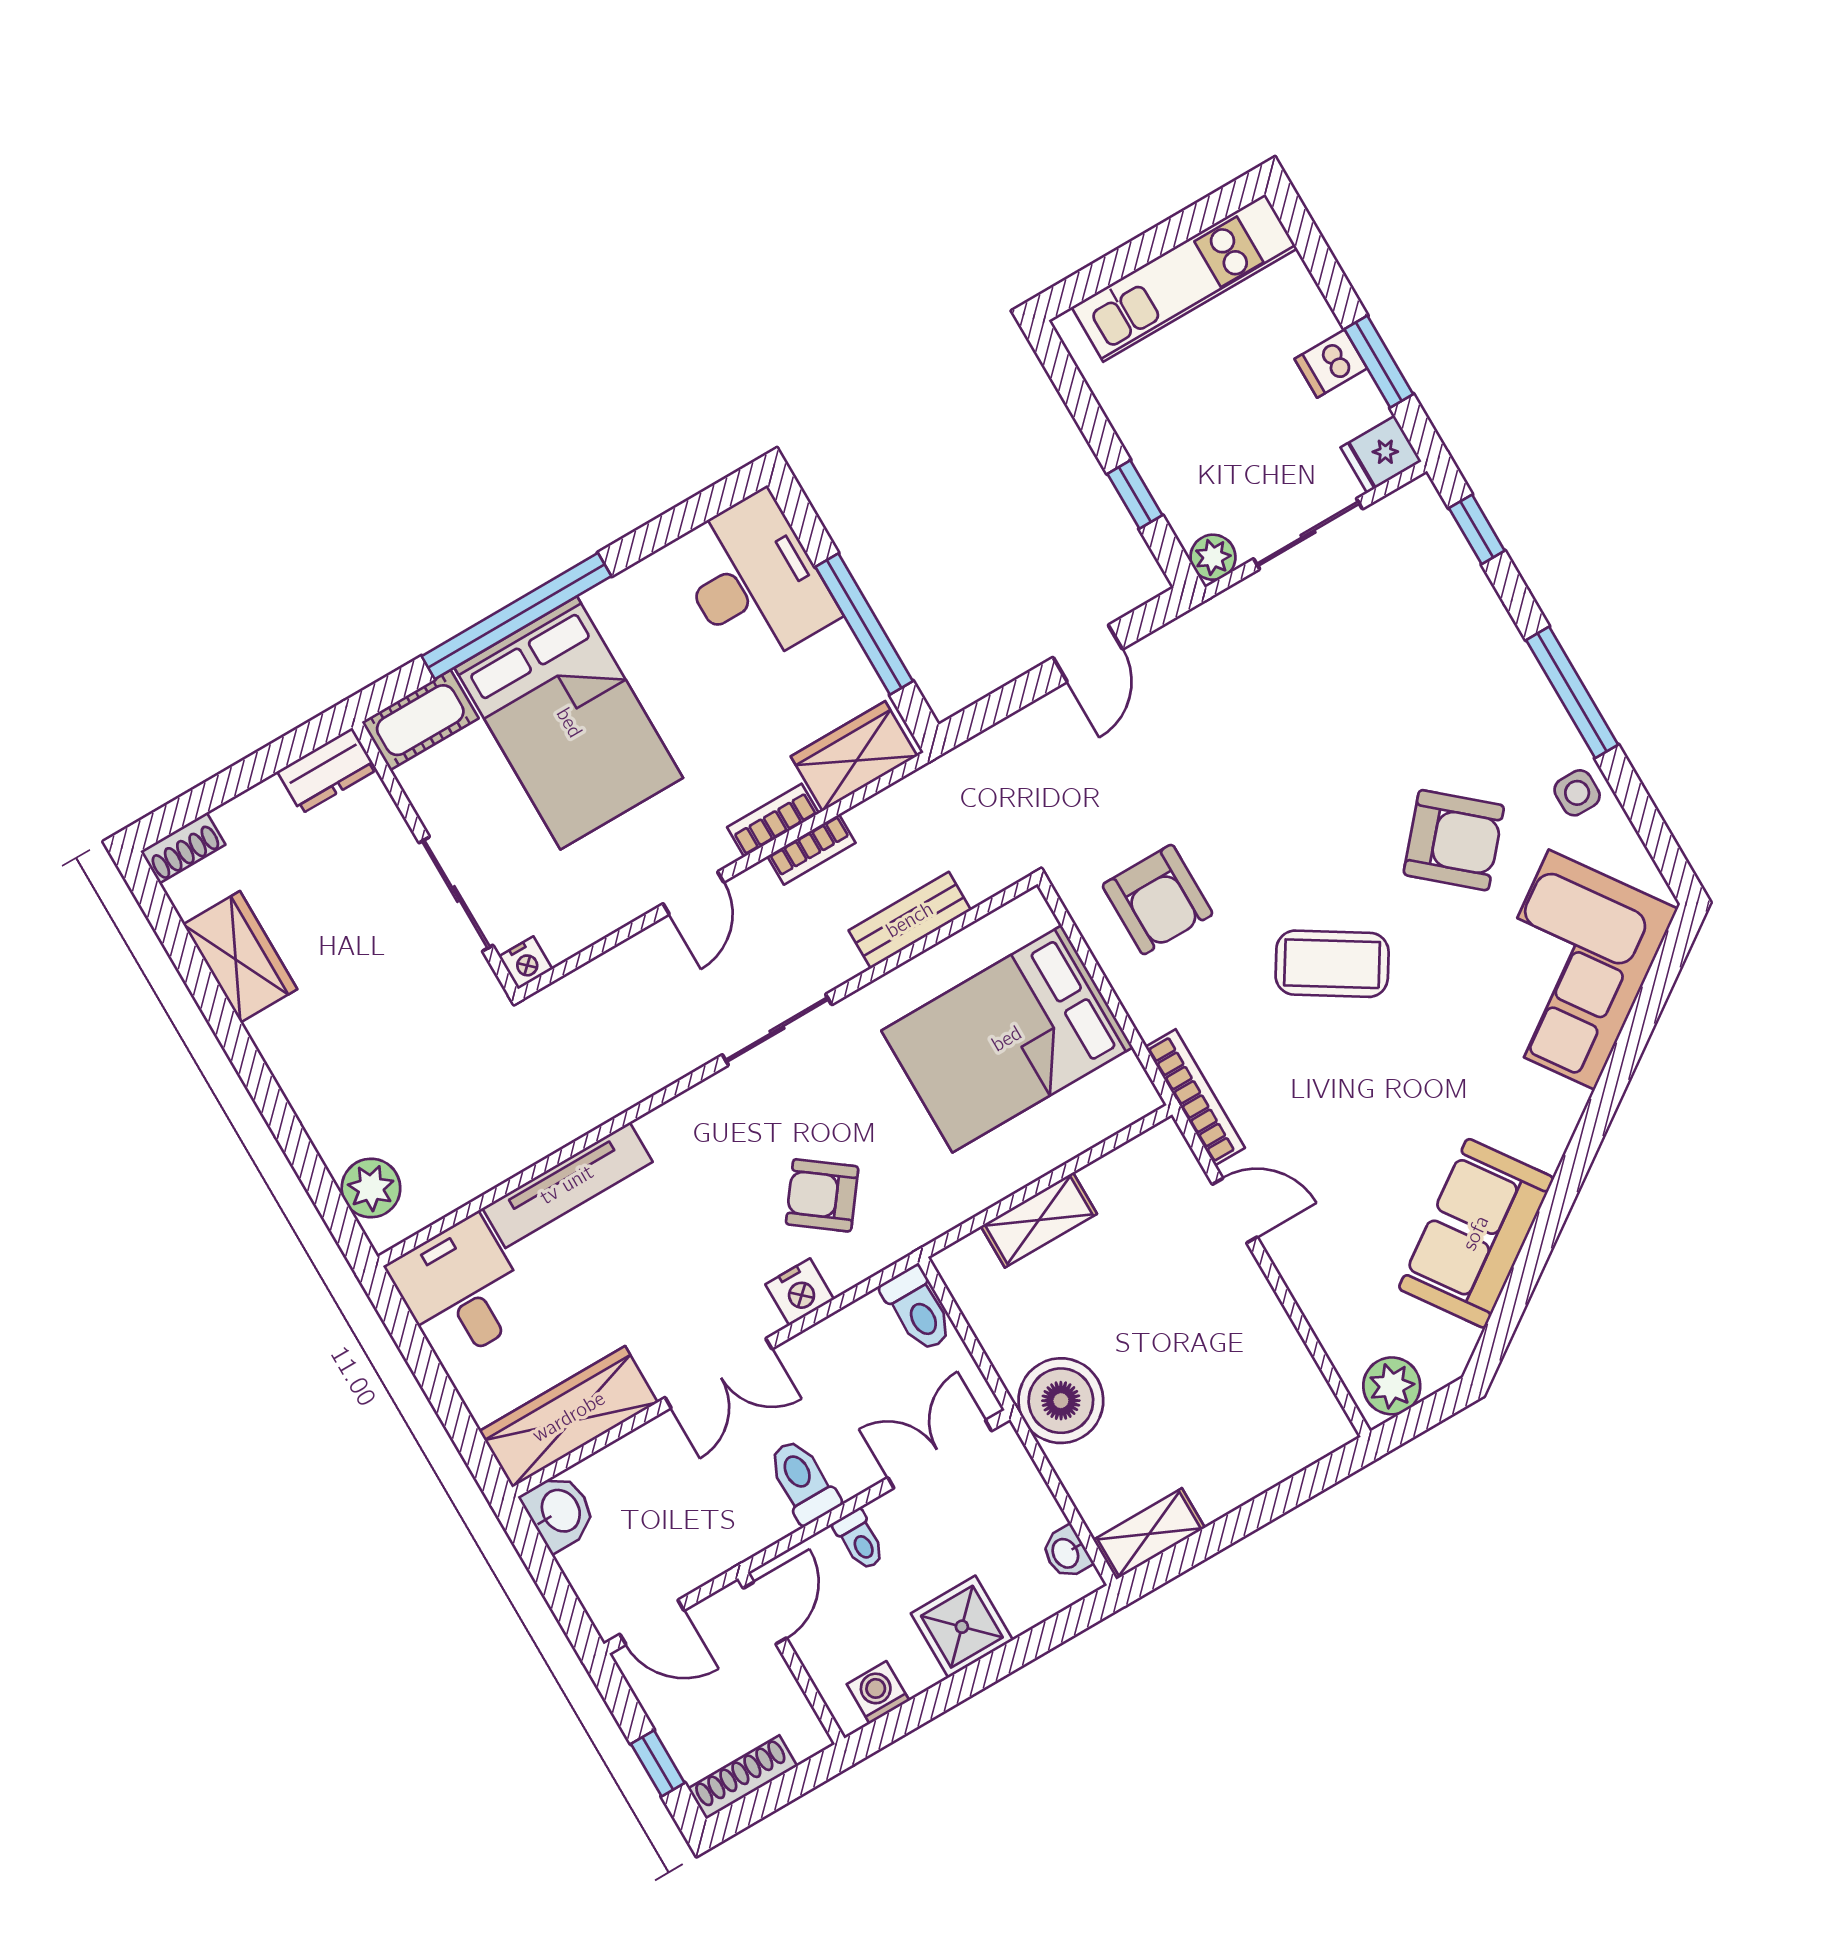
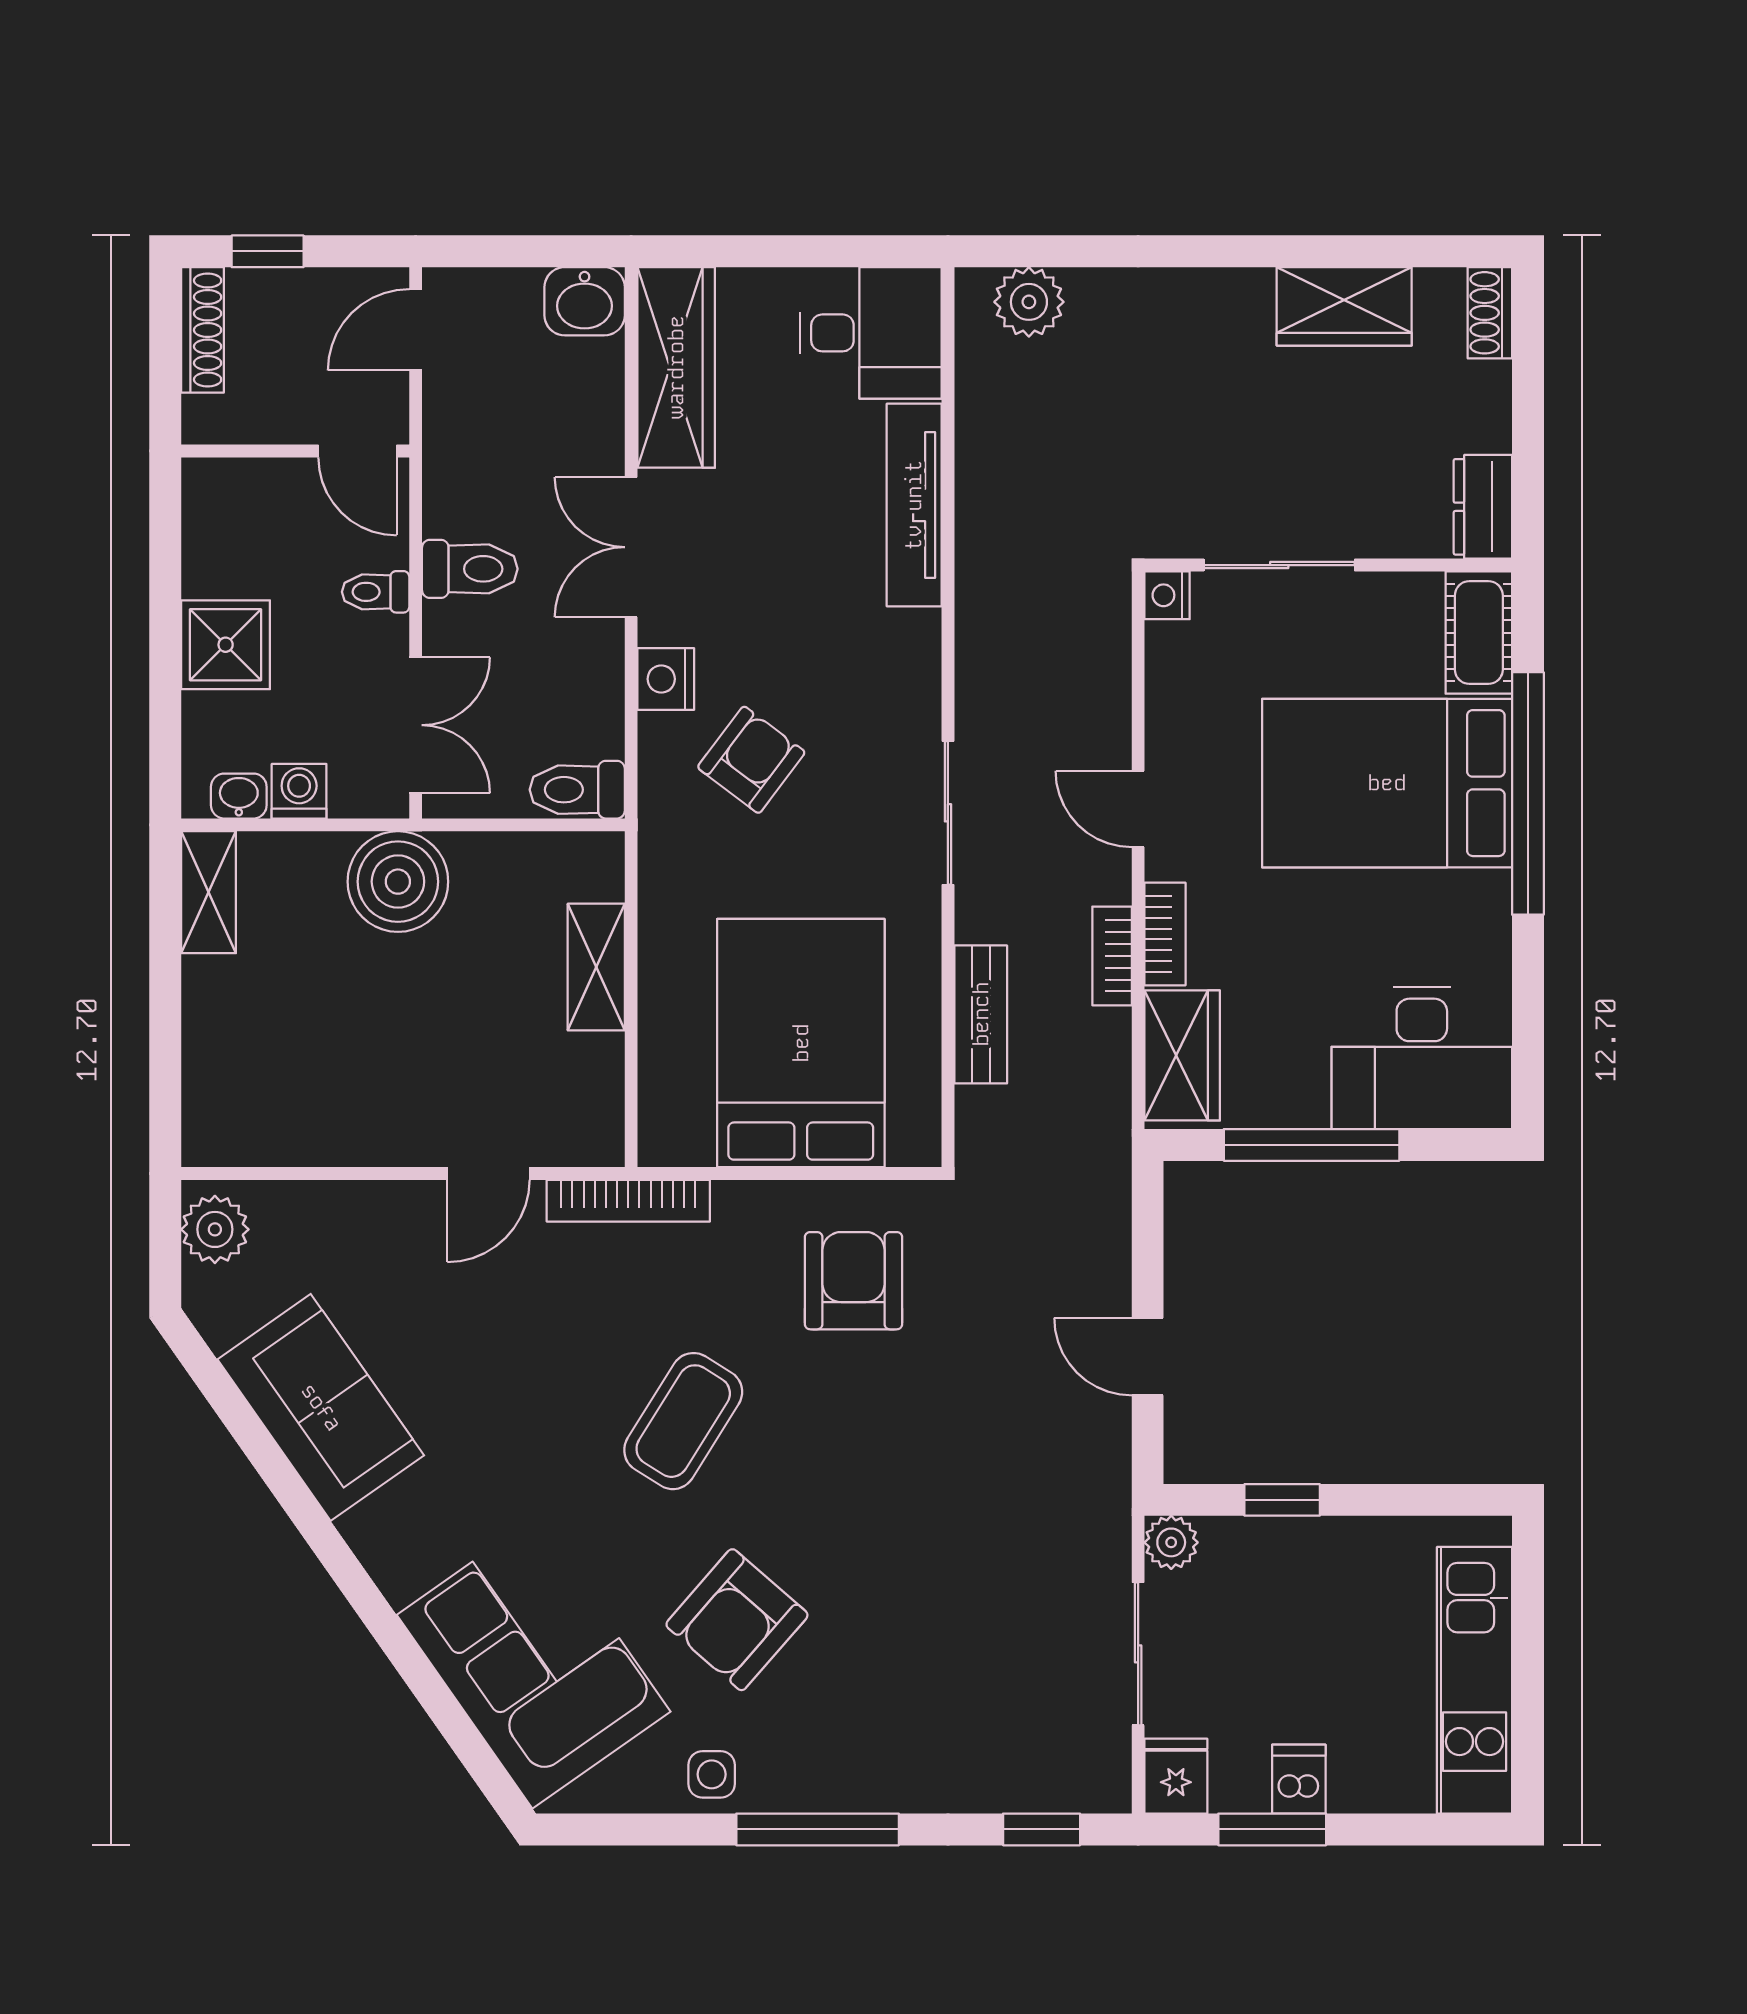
armchair: (1158, 900) -> (854, 1281), turned 90
washing machine: (878, 1692) -> (299, 791), moved, turned -90

